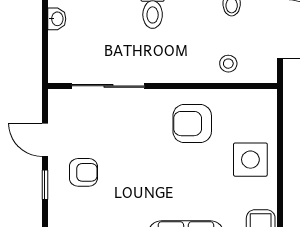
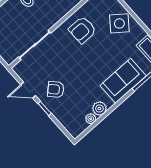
side table: (250, 160) -> (119, 23), turned 38
armchair: (83, 172) -> (56, 89), turned -133

